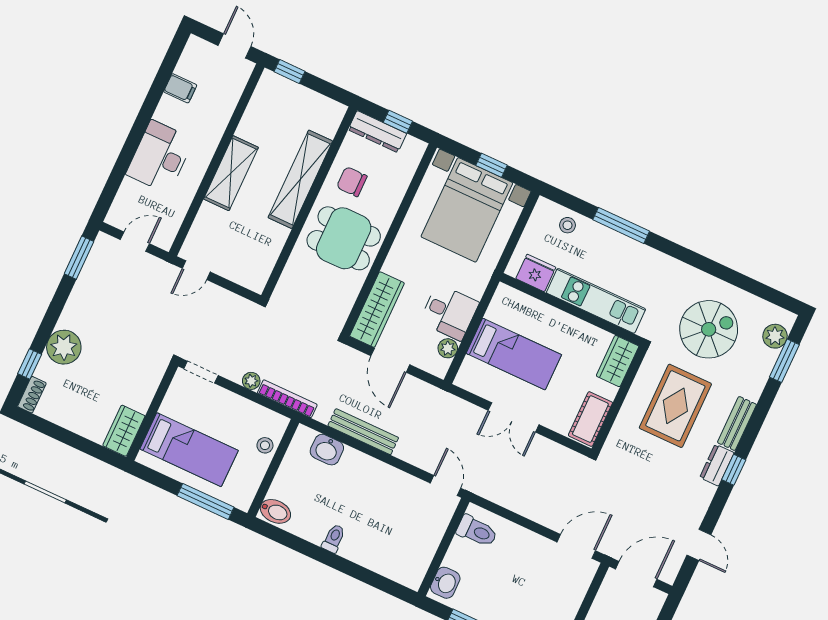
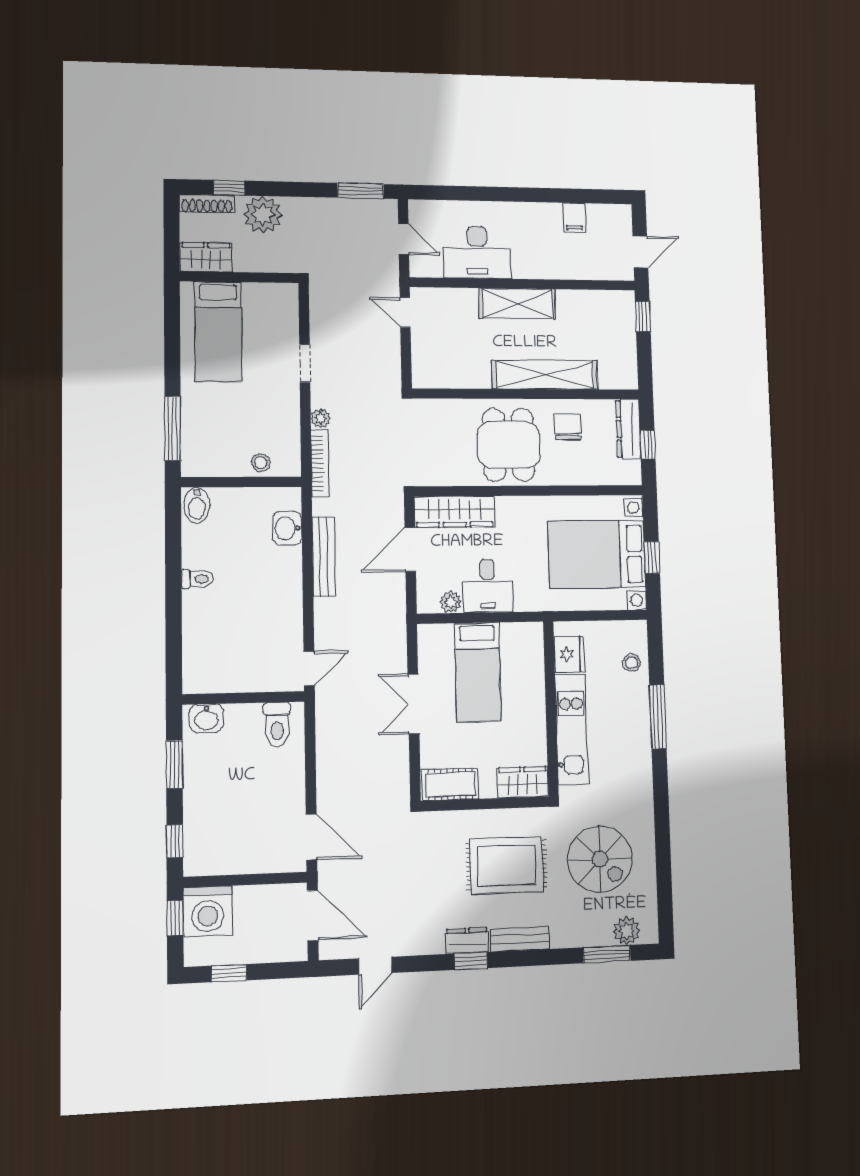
desk: (160, 157) -> (477, 252), moved, turned 180
shoe rack: (32, 395) -> (207, 204), width x1.43
wall: (152, 412) -> (239, 277), moved
wardrobe: (124, 431) -> (206, 257), moved
bed: (189, 450) -> (218, 332), moved

